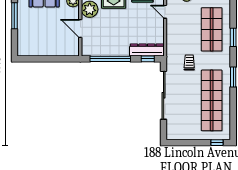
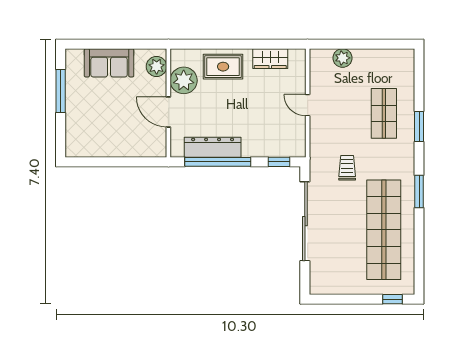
door: (165, 12) -> (308, 105), moved
shop shelf: (212, 29) -> (384, 113), width x0.70, depth x0.74
dresser: (147, 50) -> (213, 147), moved

